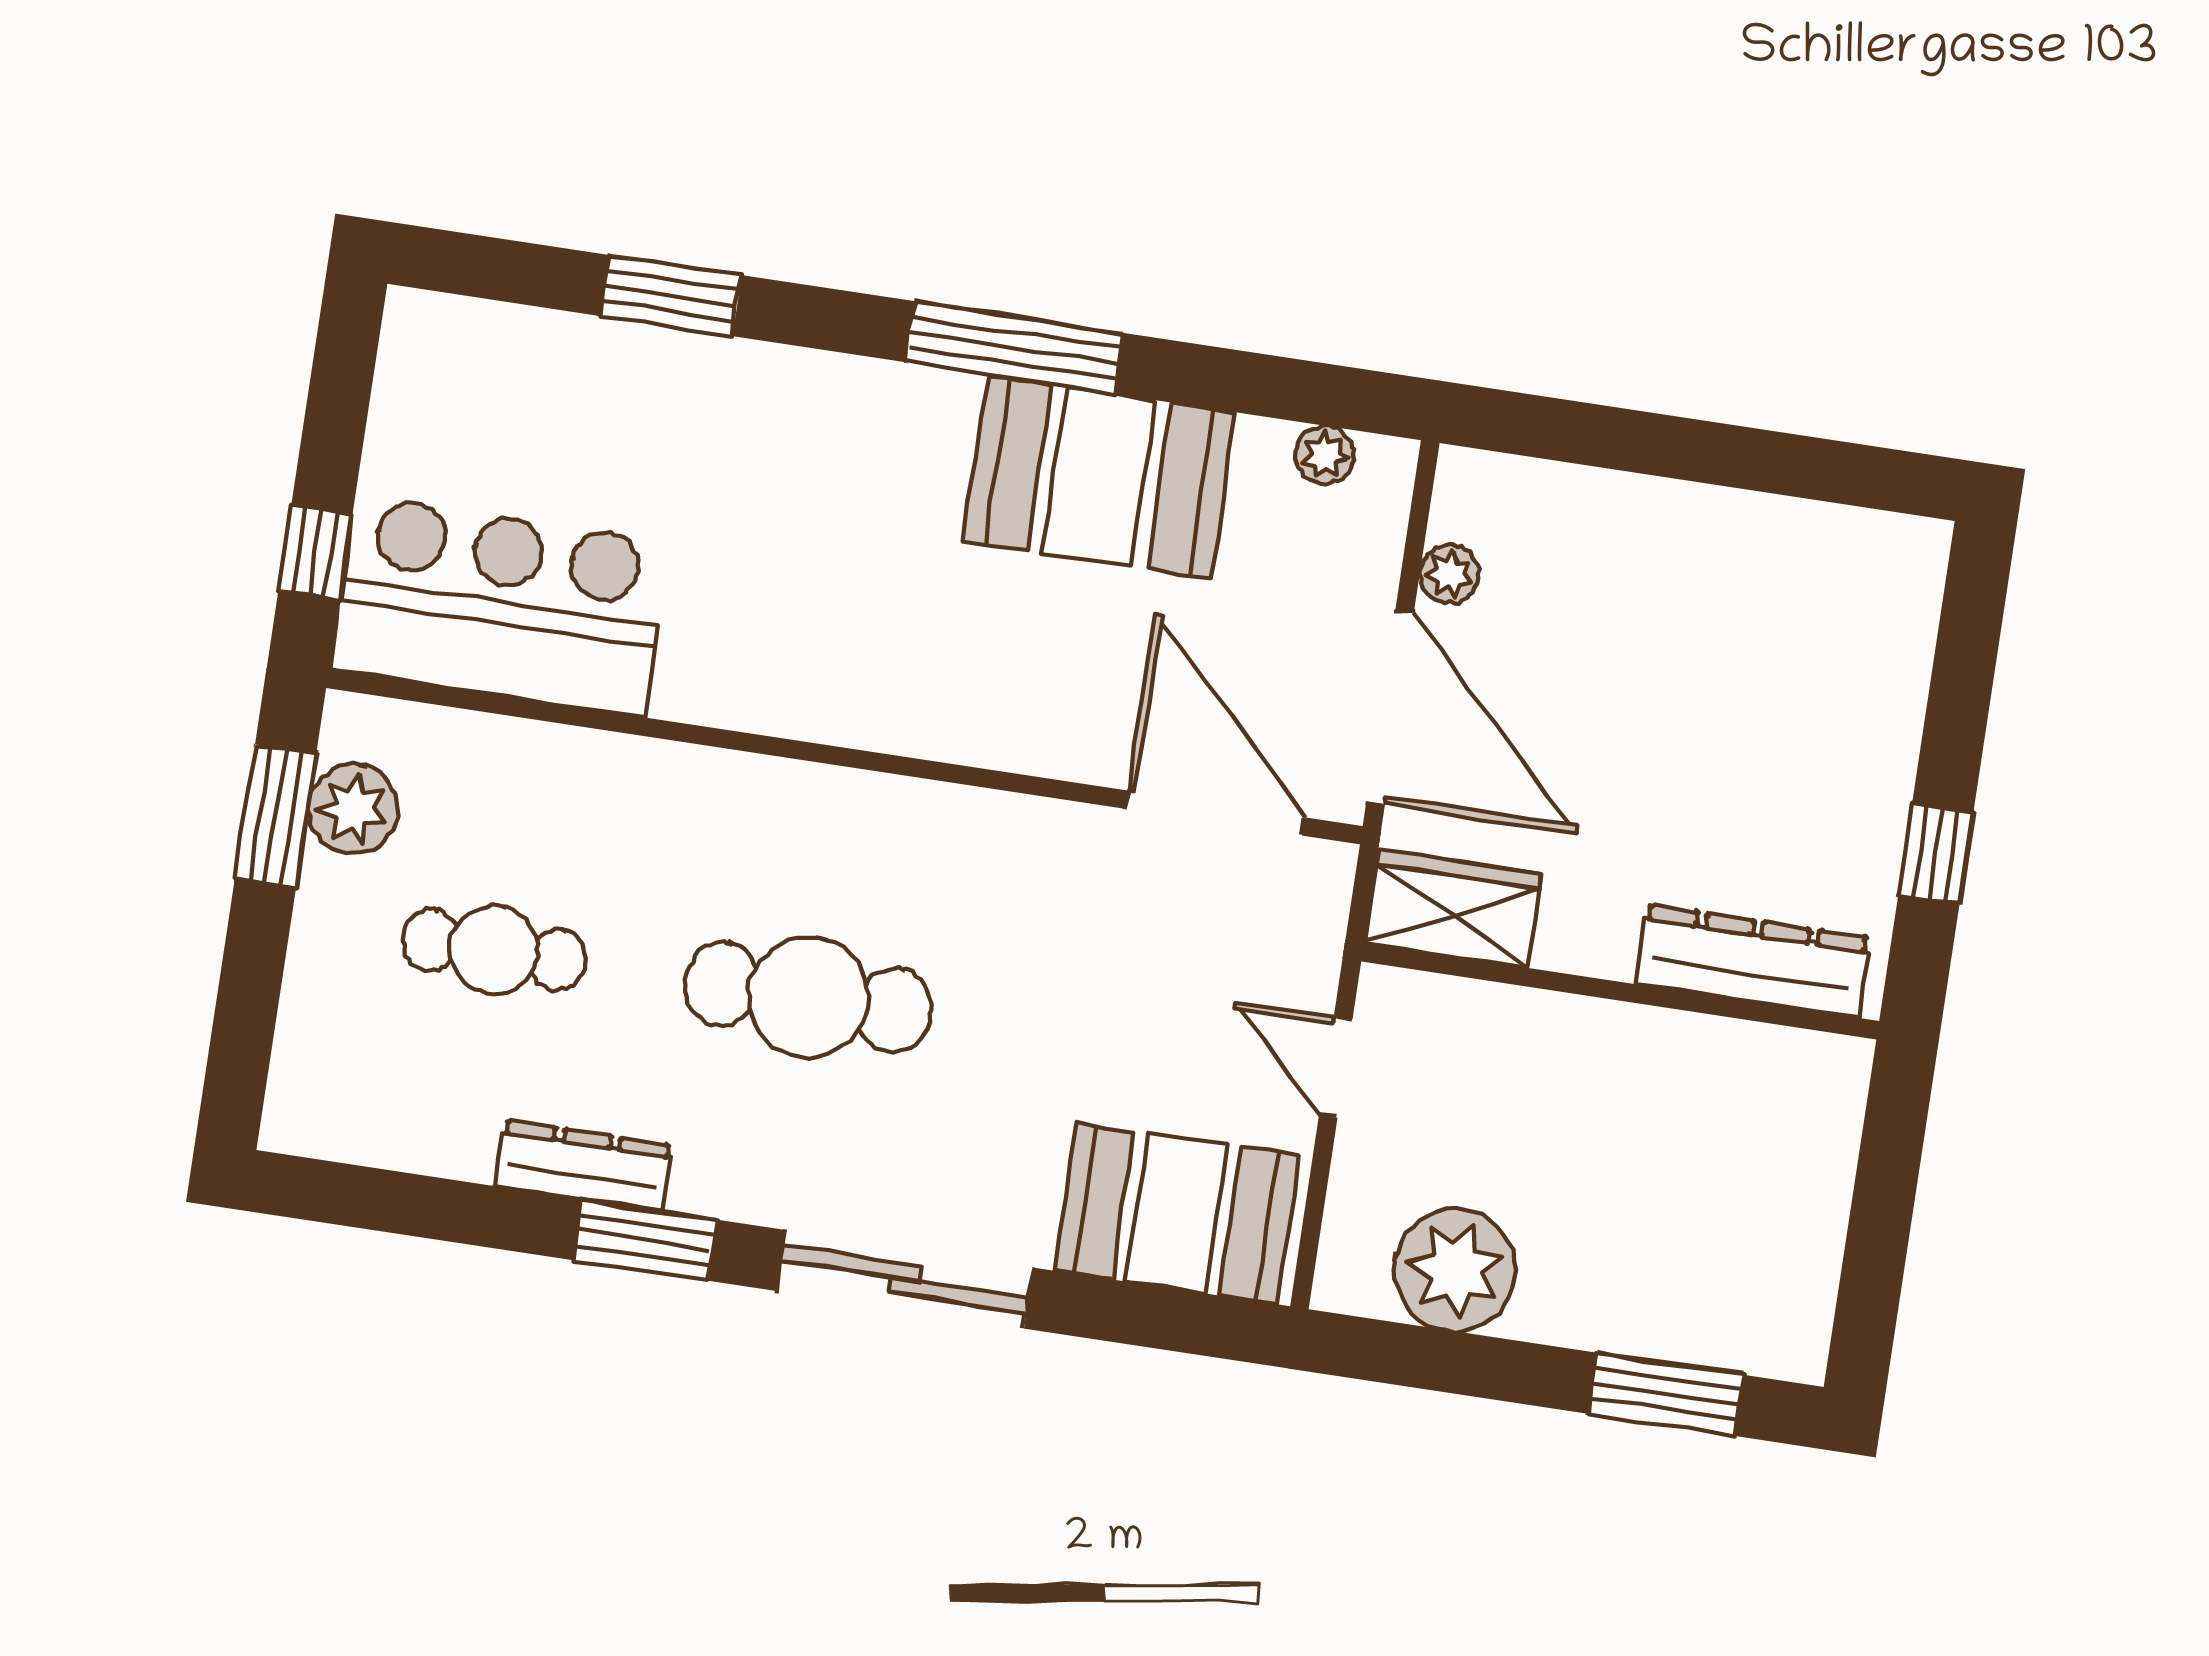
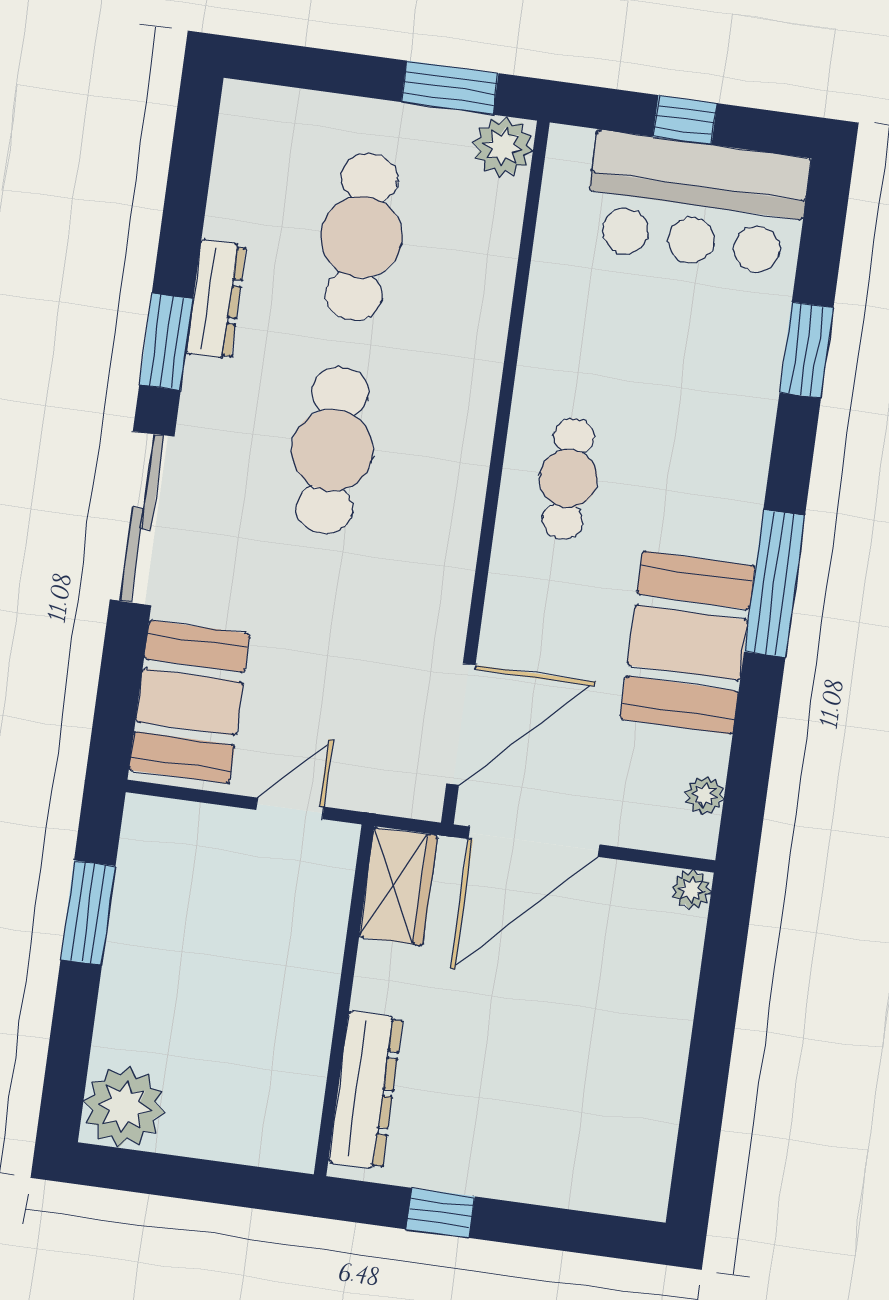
window: (315, 553) -> (685, 120), moved
plant: (1449, 574) -> (691, 890), moved
bar counter: (500, 606) -> (696, 203), moved, turned 90
cafe table: (855, 649) -> (568, 479), added
plant: (353, 809) -> (503, 147), moved
cafe table: (494, 950) -> (362, 237), width x1.37, depth x1.35
plant: (1455, 1270) -> (124, 1107), moved
window: (1666, 1394) -> (88, 913), moved

